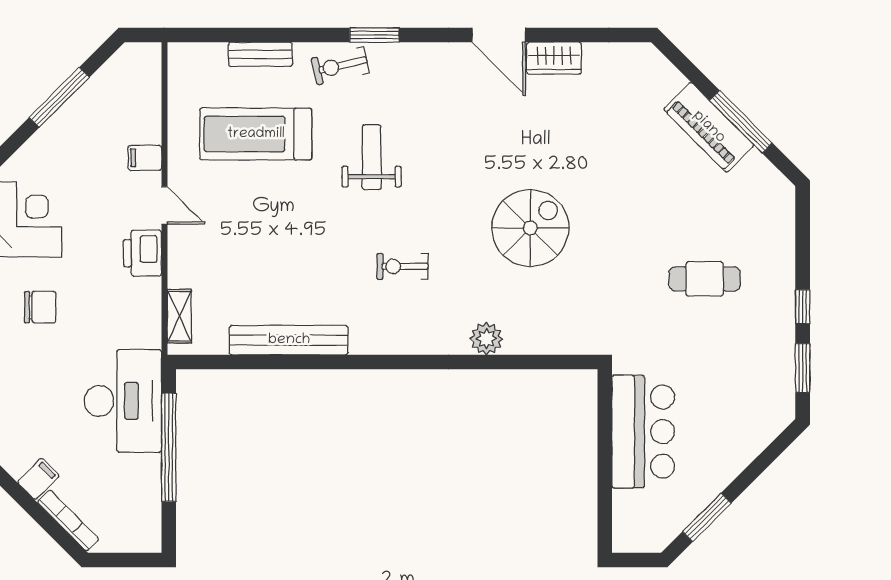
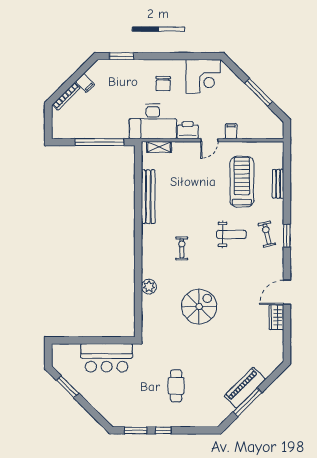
exercise bike: (340, 66) -> (267, 234), moved
spiral stairs: (530, 228) -> (199, 307), turned -90
desk: (123, 401) -> (153, 121), moved

